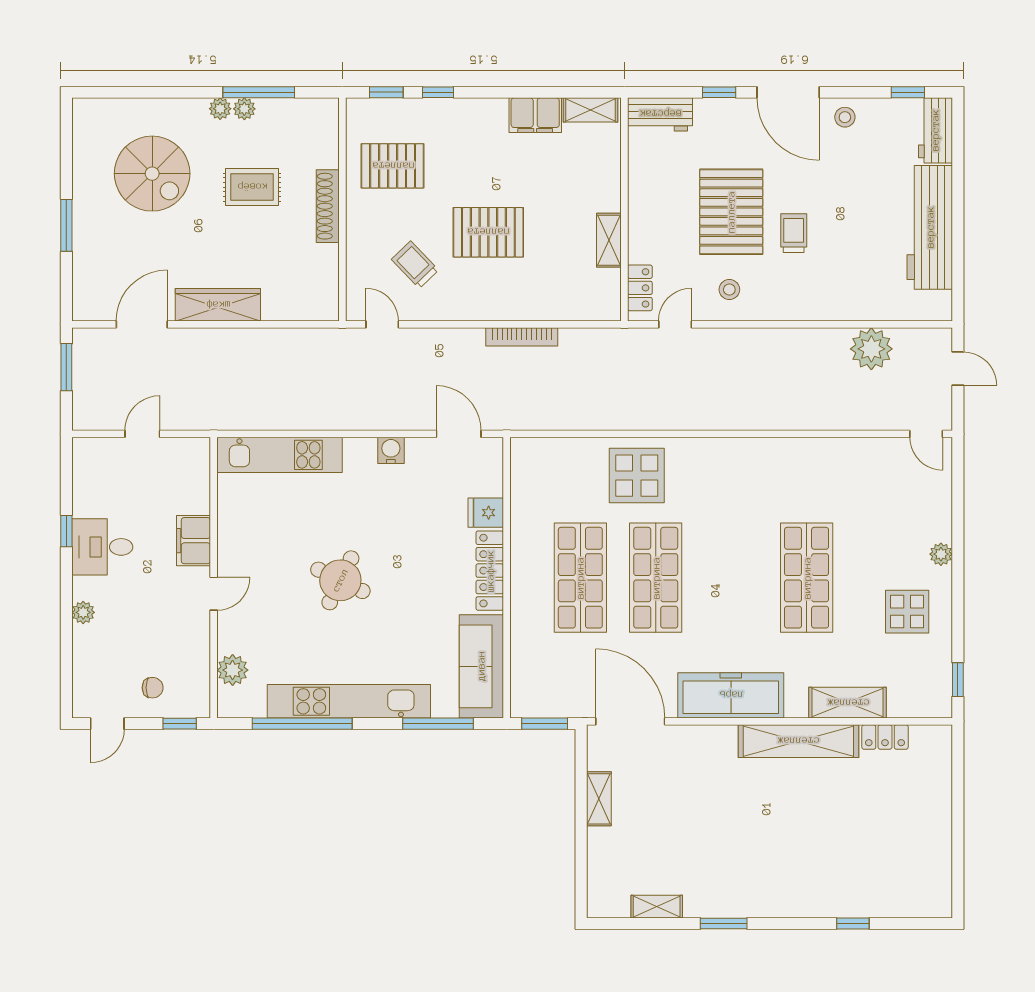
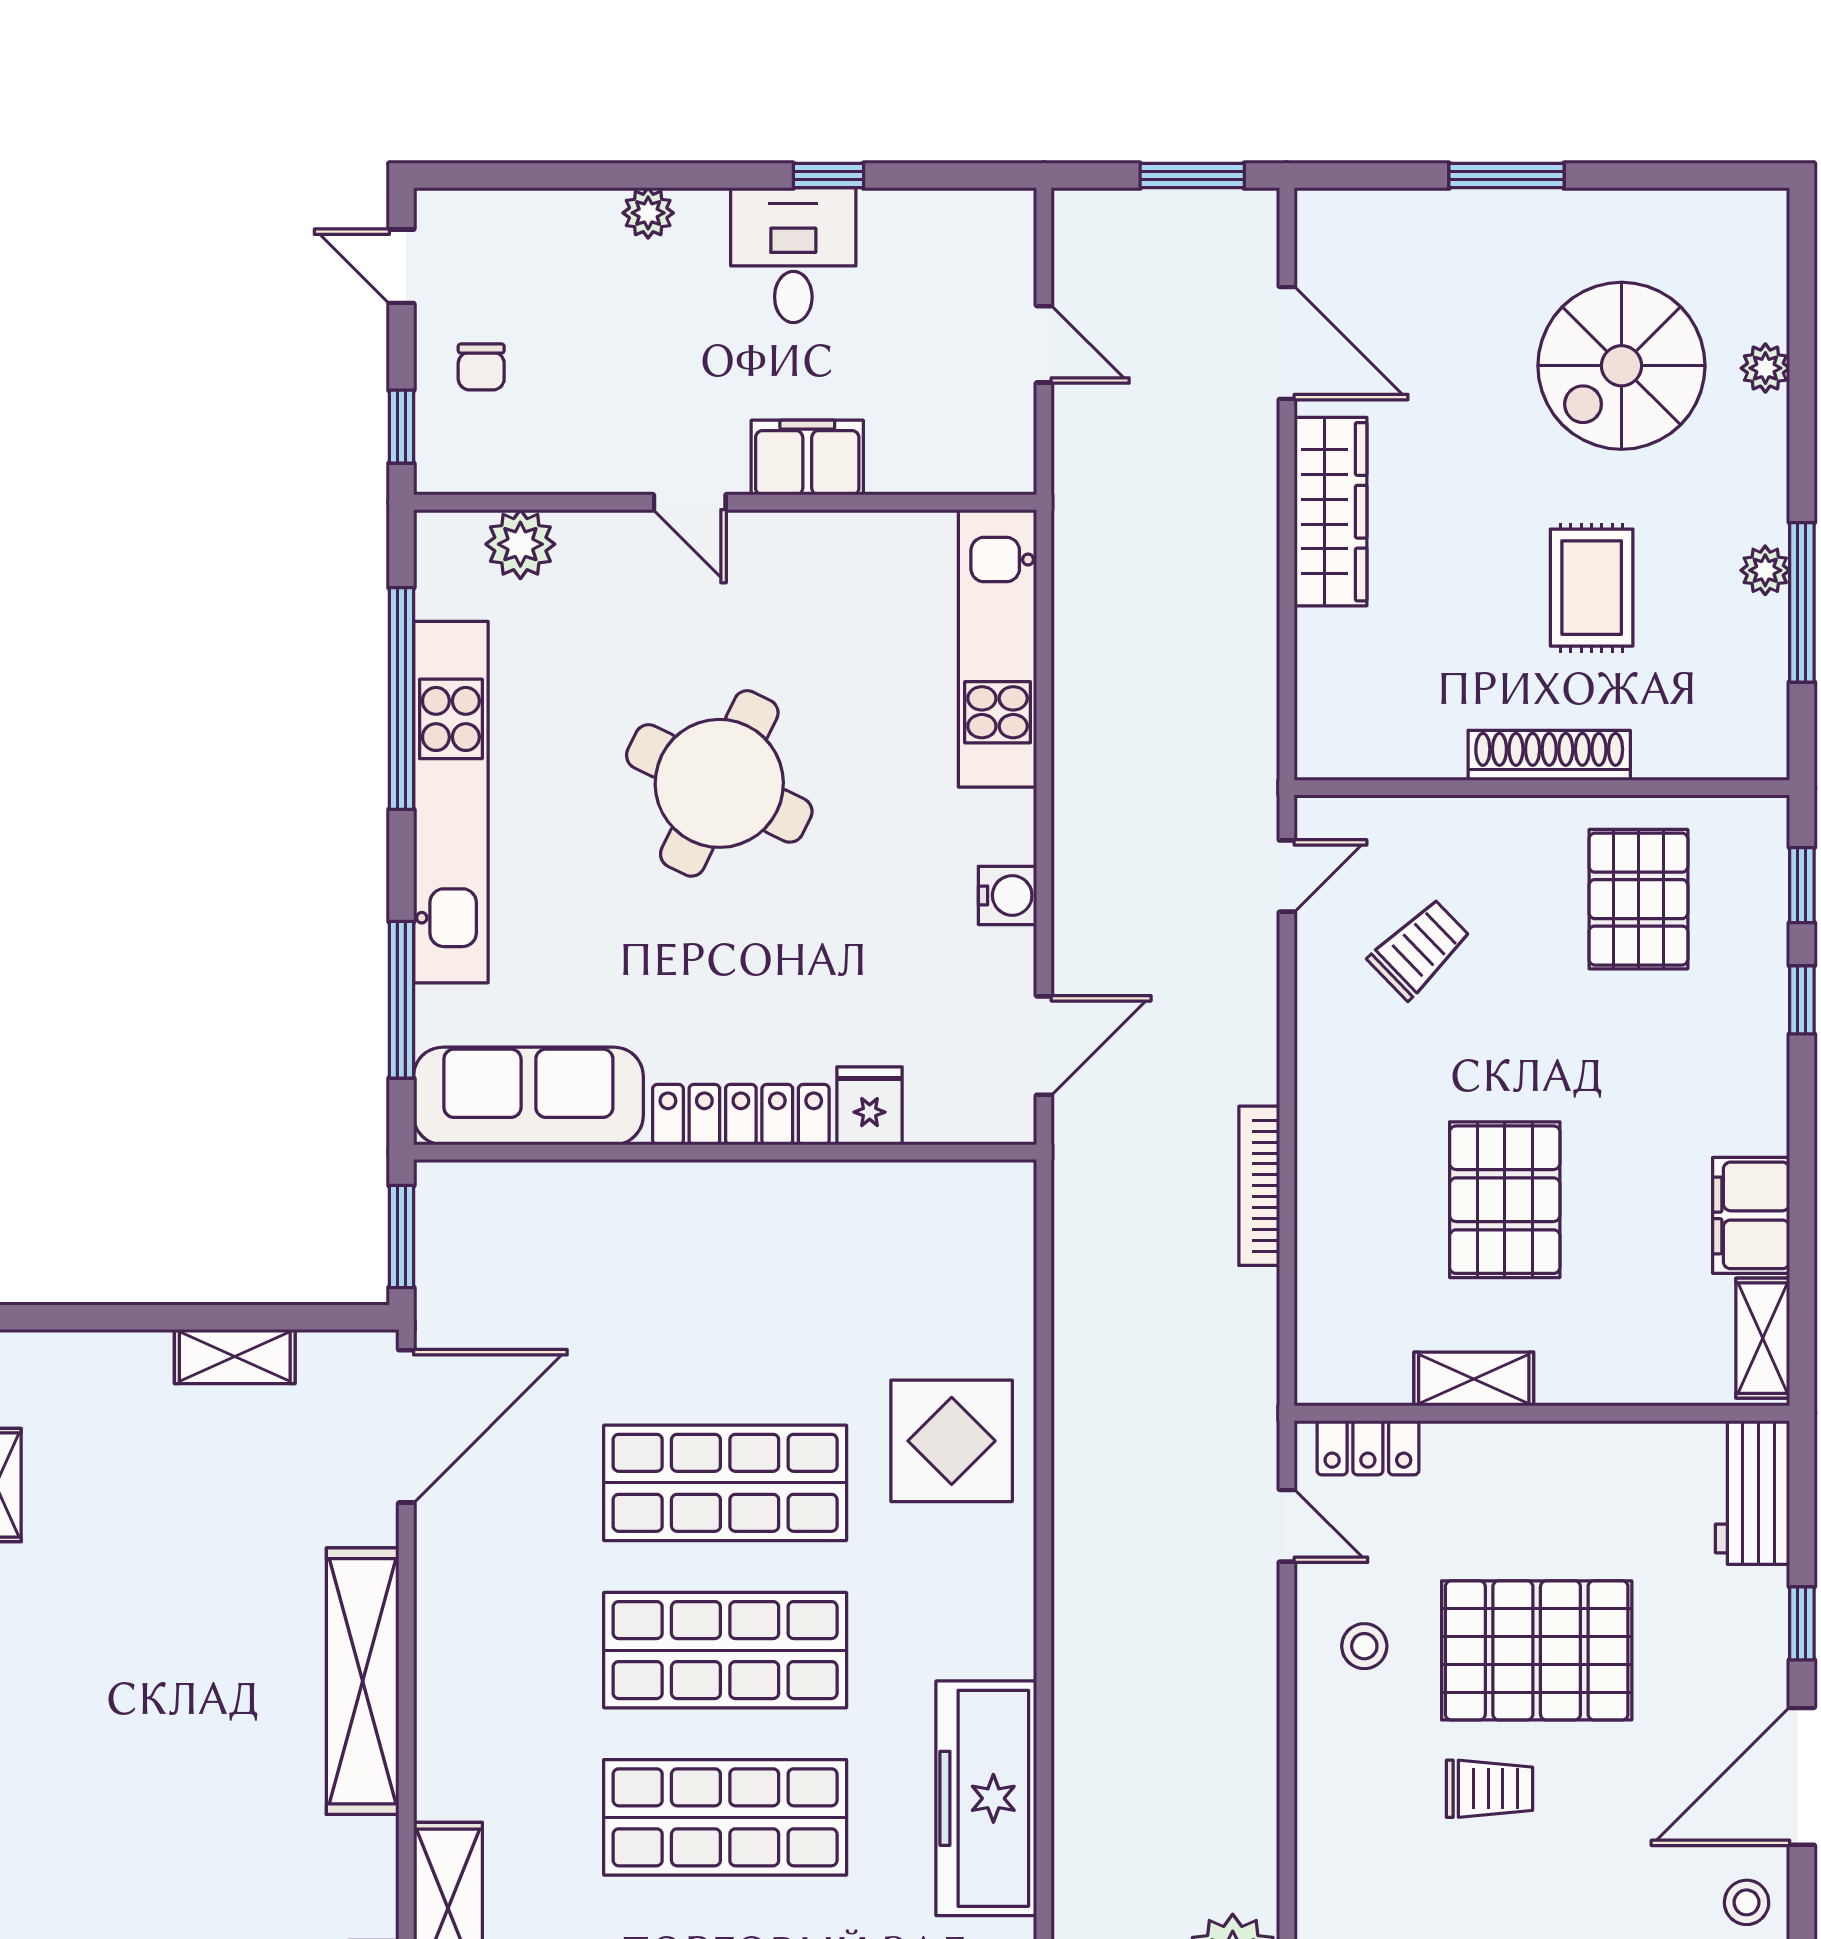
plant: (220, 109) -> (1765, 368), moved
pallet: (488, 232) -> (1505, 1200), moved
shop shelf: (580, 578) -> (725, 1650), moved
round table: (340, 580) -> (719, 783), width x1.36, depth x1.36
freezer: (731, 695) -> (986, 1798), moved, turned 180
shelving: (798, 741) -> (363, 1681), moved

